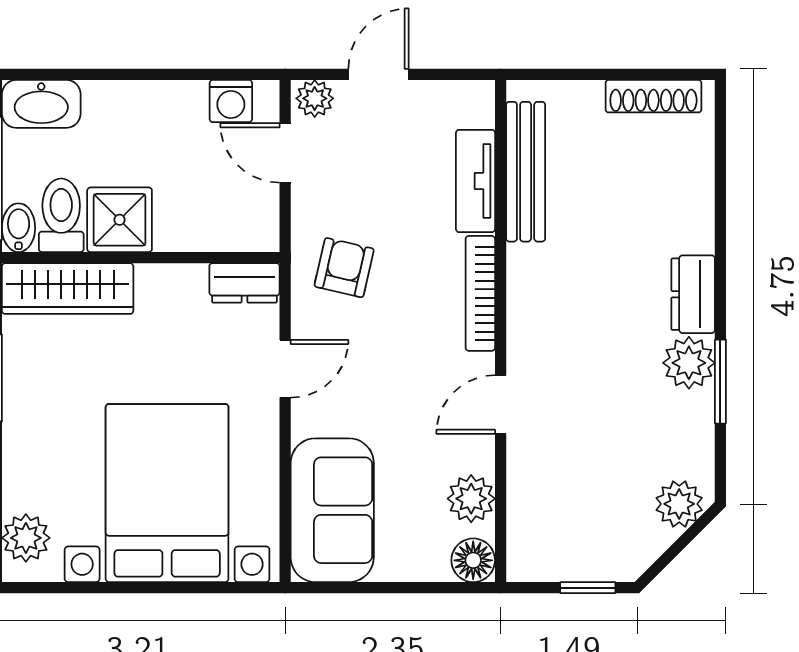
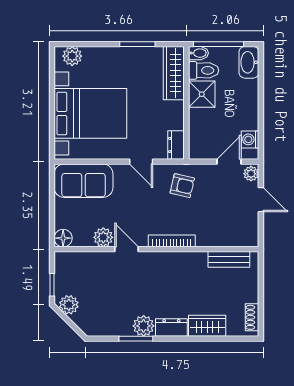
shoe rack: (653, 96) -> (252, 317), width x0.70
bench: (526, 172) -> (229, 259), width x0.73
tv unit: (475, 181) -> (218, 239), removed
wardrobe: (689, 206) -> (207, 326), added
plant: (471, 499) -> (103, 237), moved
plant: (679, 504) -> (69, 305), moved

